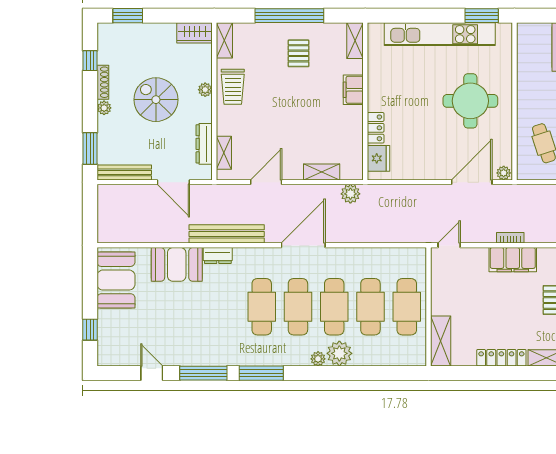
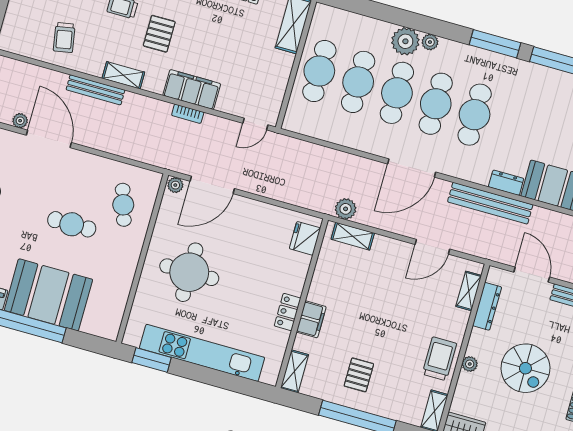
locker: (376, 128) -> (288, 312), moved
shelving: (322, 172) -> (353, 236), moved

